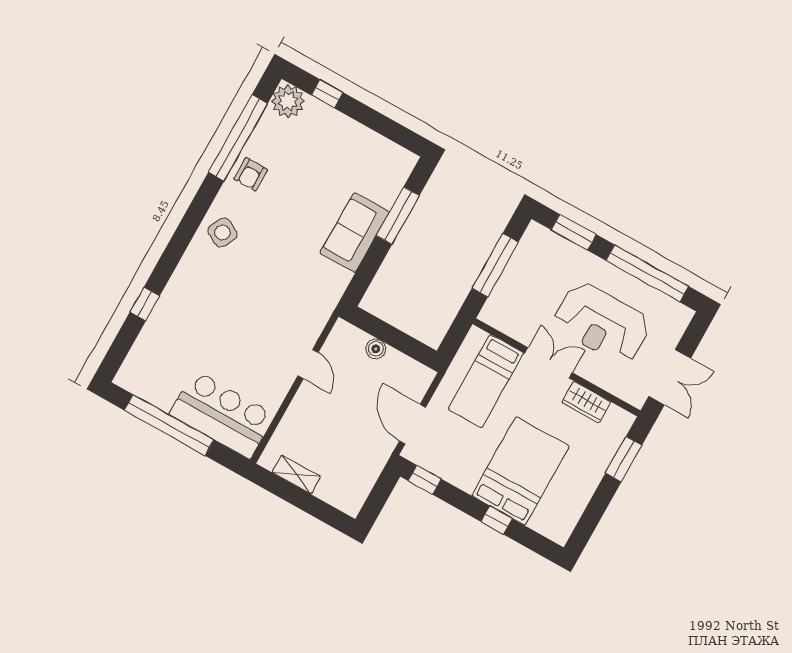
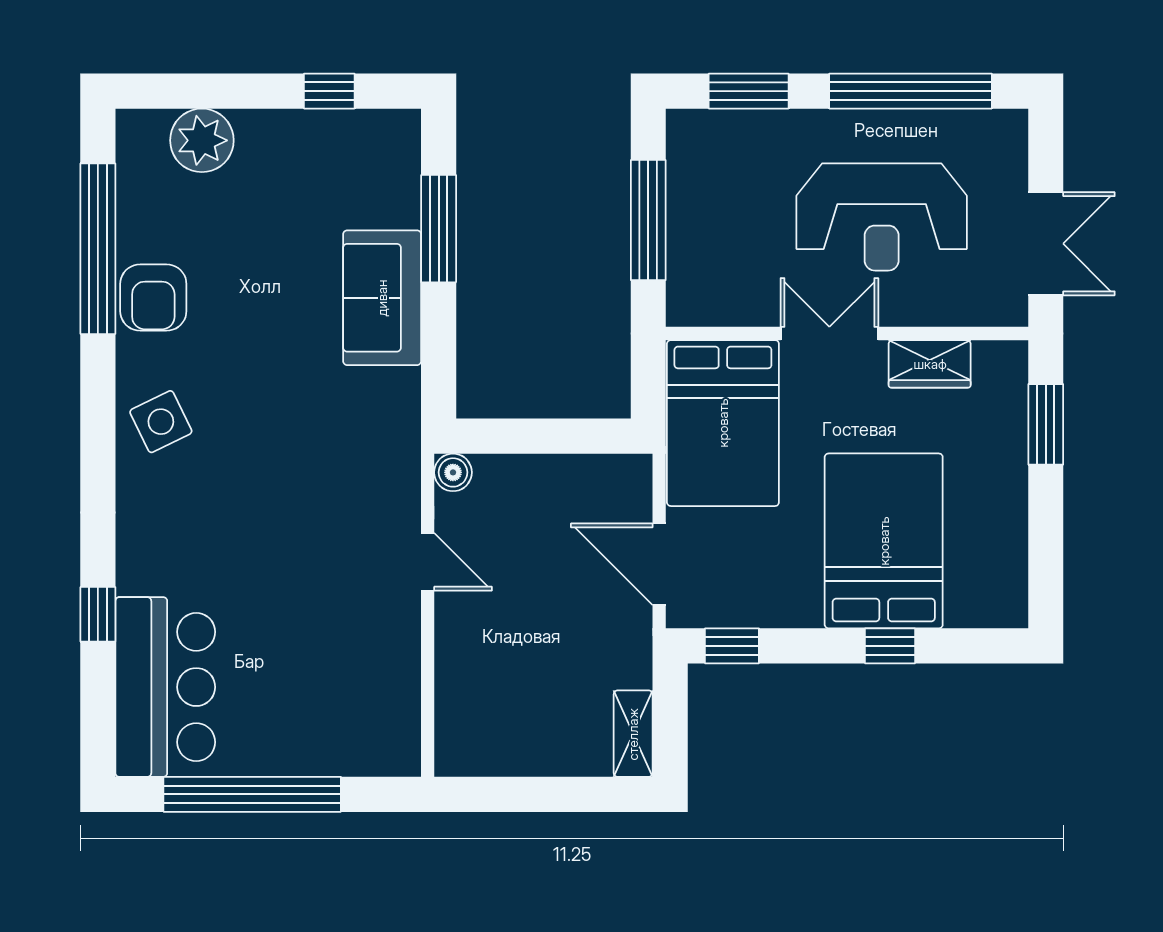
window: (327, 94) -> (329, 91), moved
plant: (288, 101) -> (202, 140), moved
armchair: (251, 174) -> (153, 298), width x1.38, depth x1.38
side table: (223, 232) -> (161, 422), turned 37
boiler: (376, 349) -> (453, 472), moved
bed: (486, 381) -> (723, 423), width x1.50
bar counter: (222, 415) -> (165, 687), moved, turned 90
shelving: (296, 474) -> (633, 734), moved, turned 90

